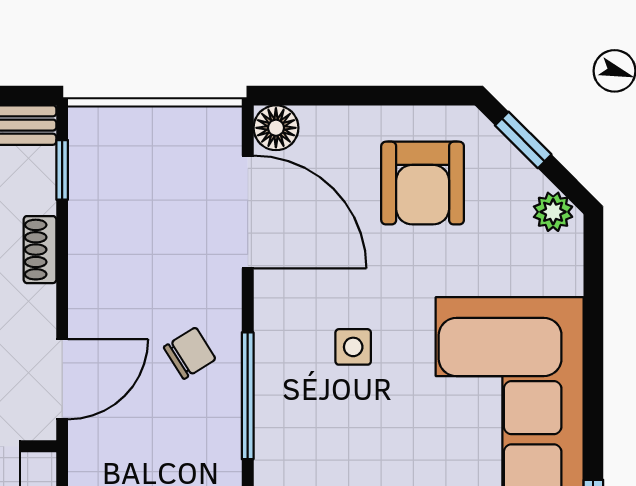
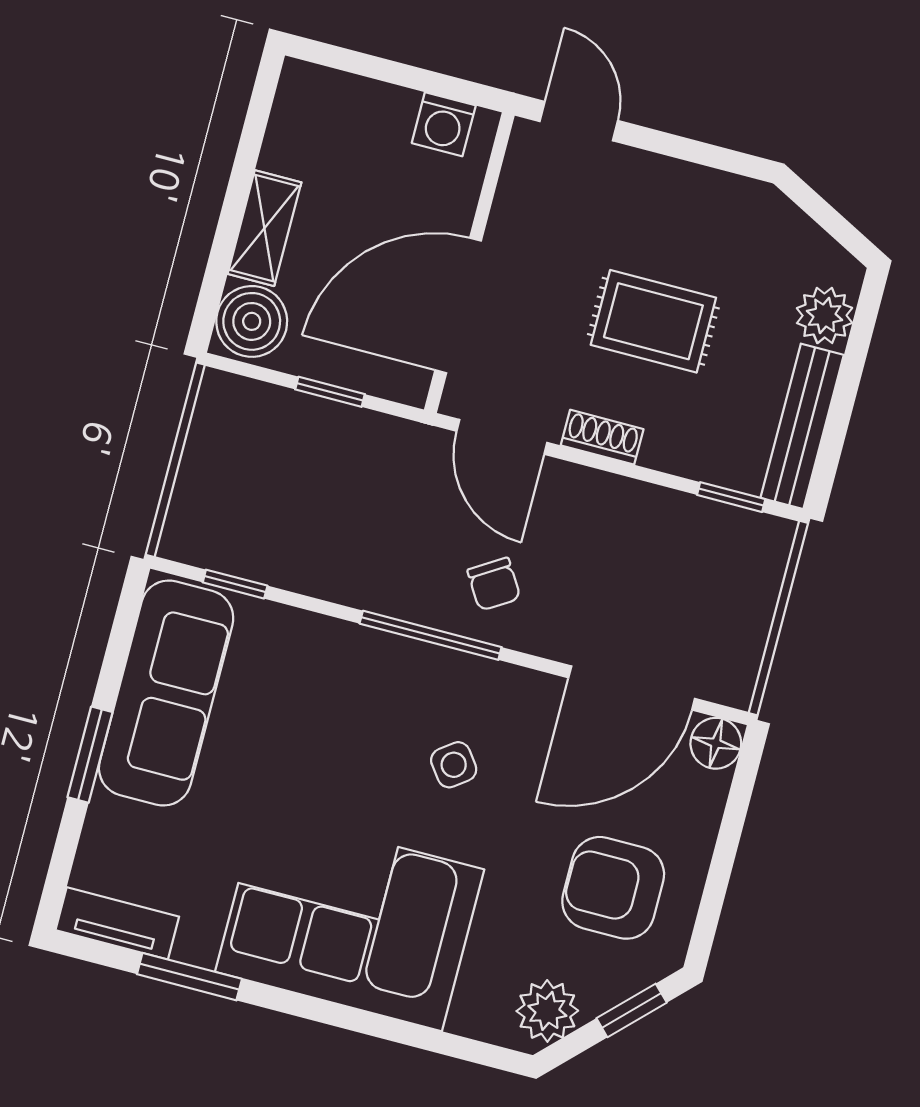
plant: (553, 212) -> (547, 1011), width x1.38, depth x1.38
shoe rack: (40, 250) -> (602, 437), moved
side table: (353, 347) -> (454, 765), turned -37

